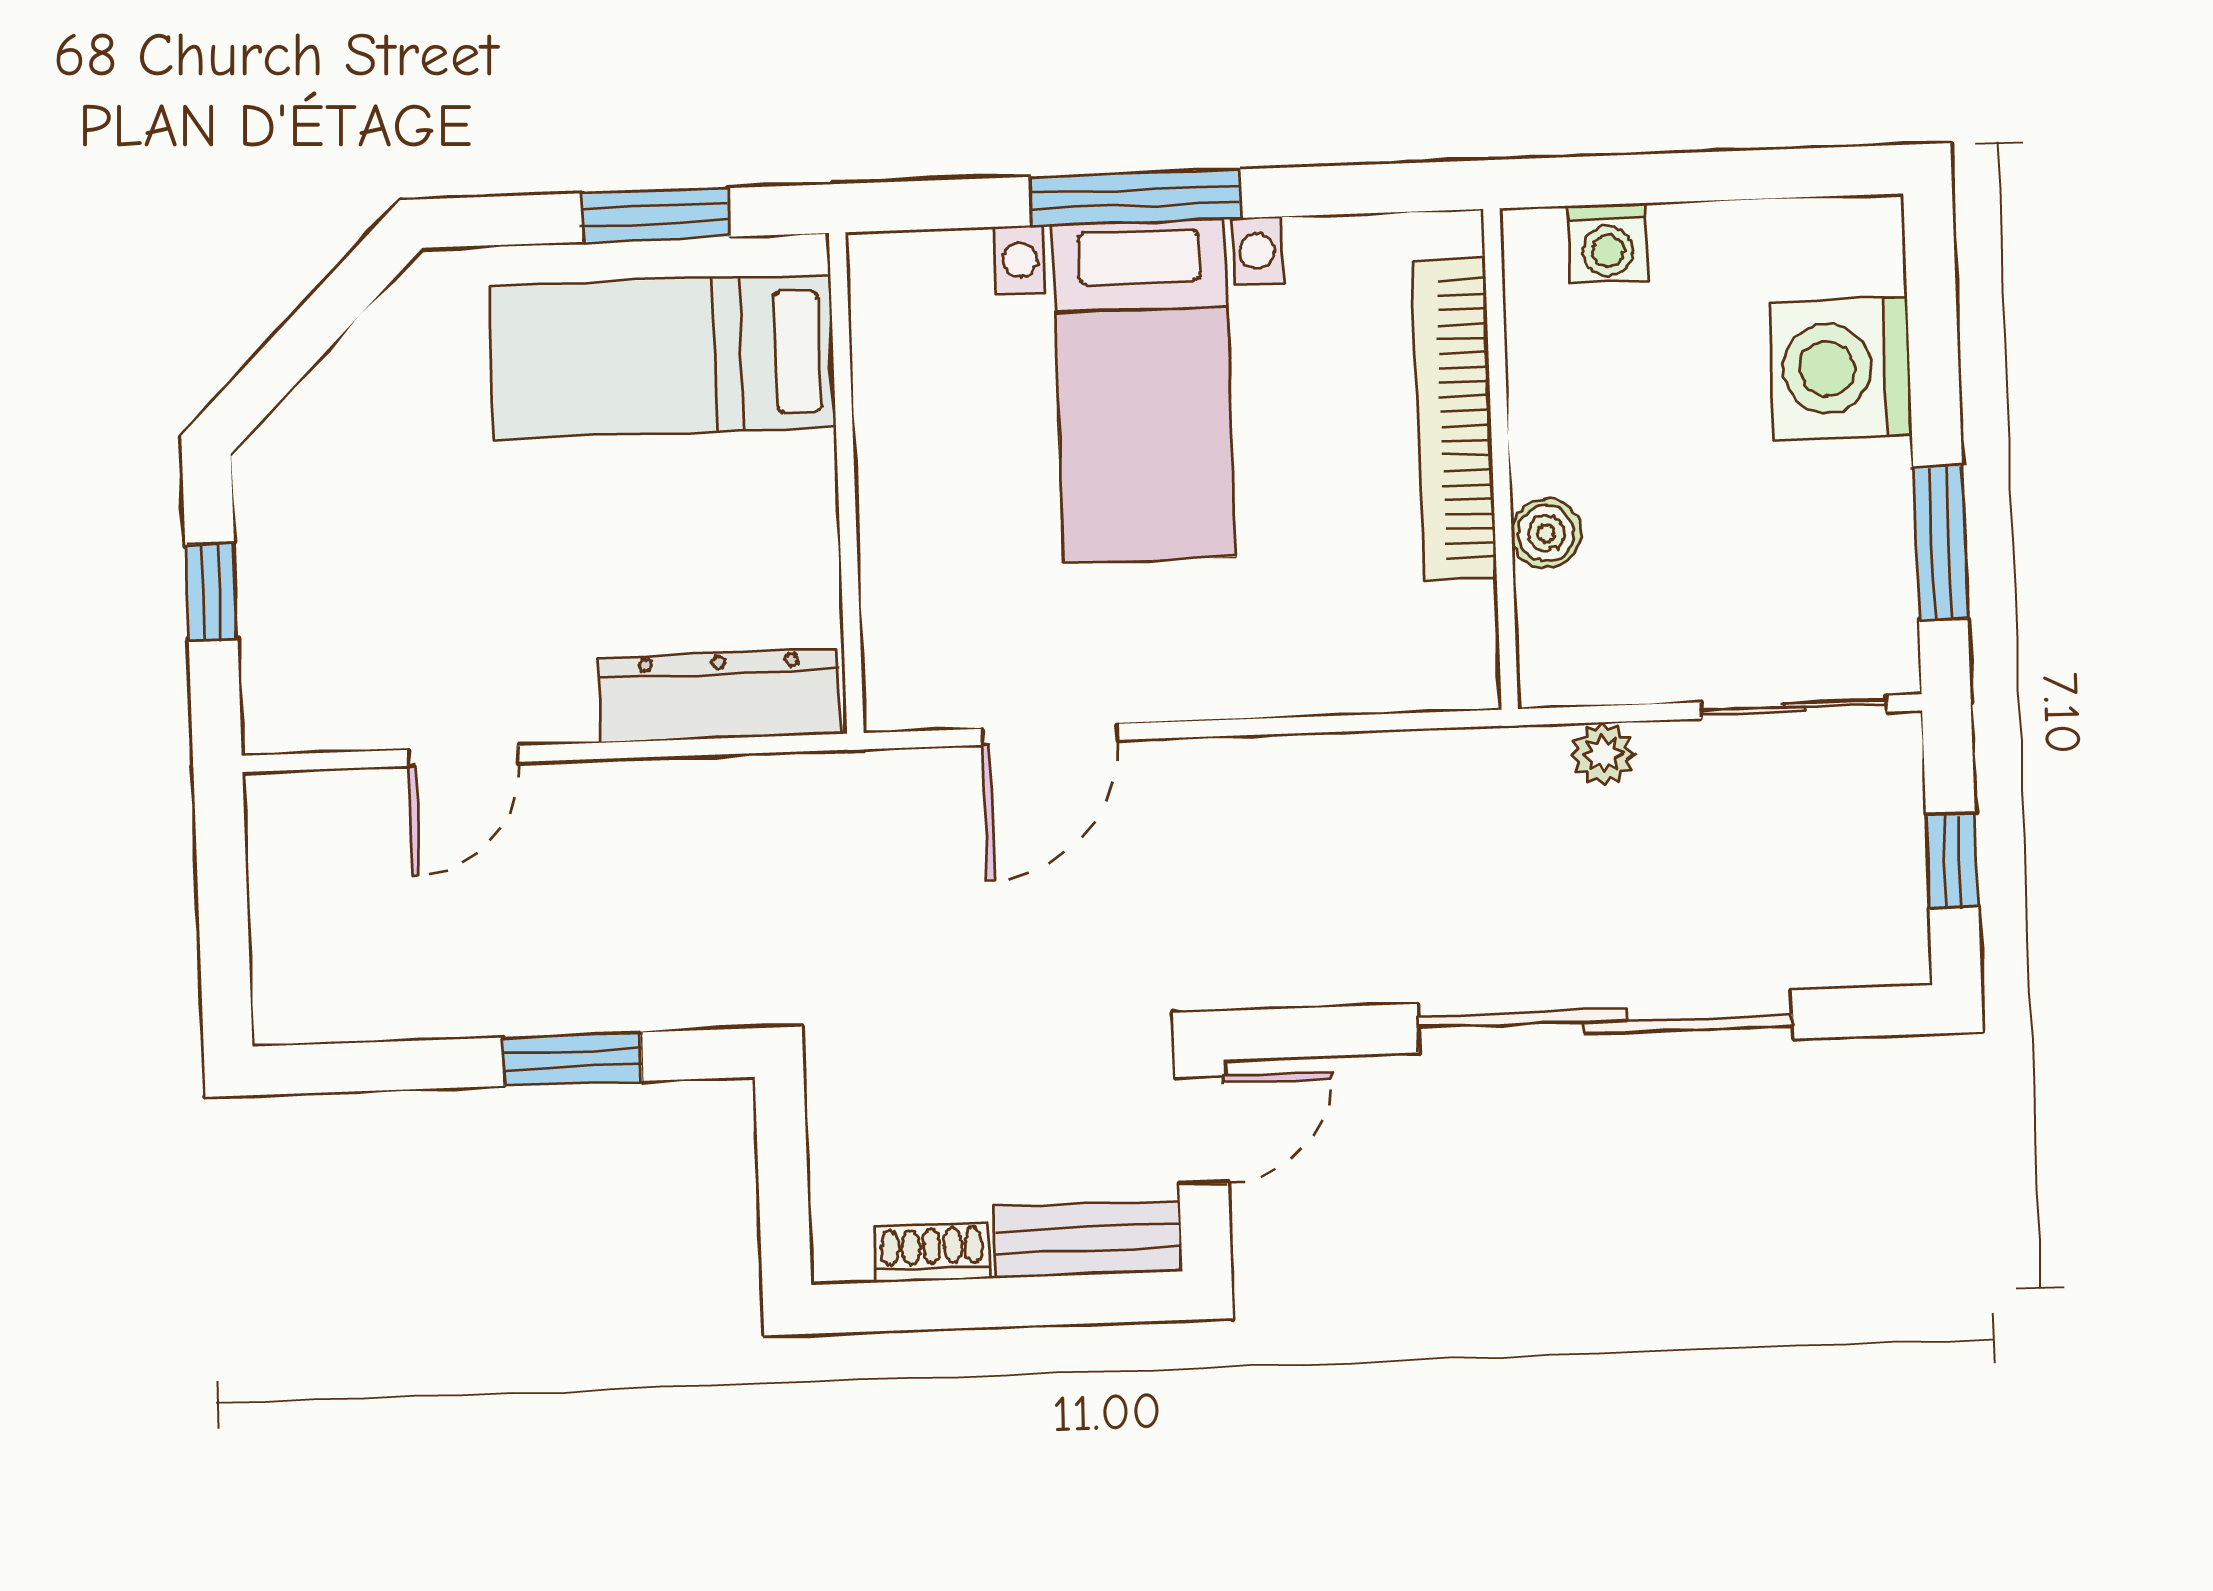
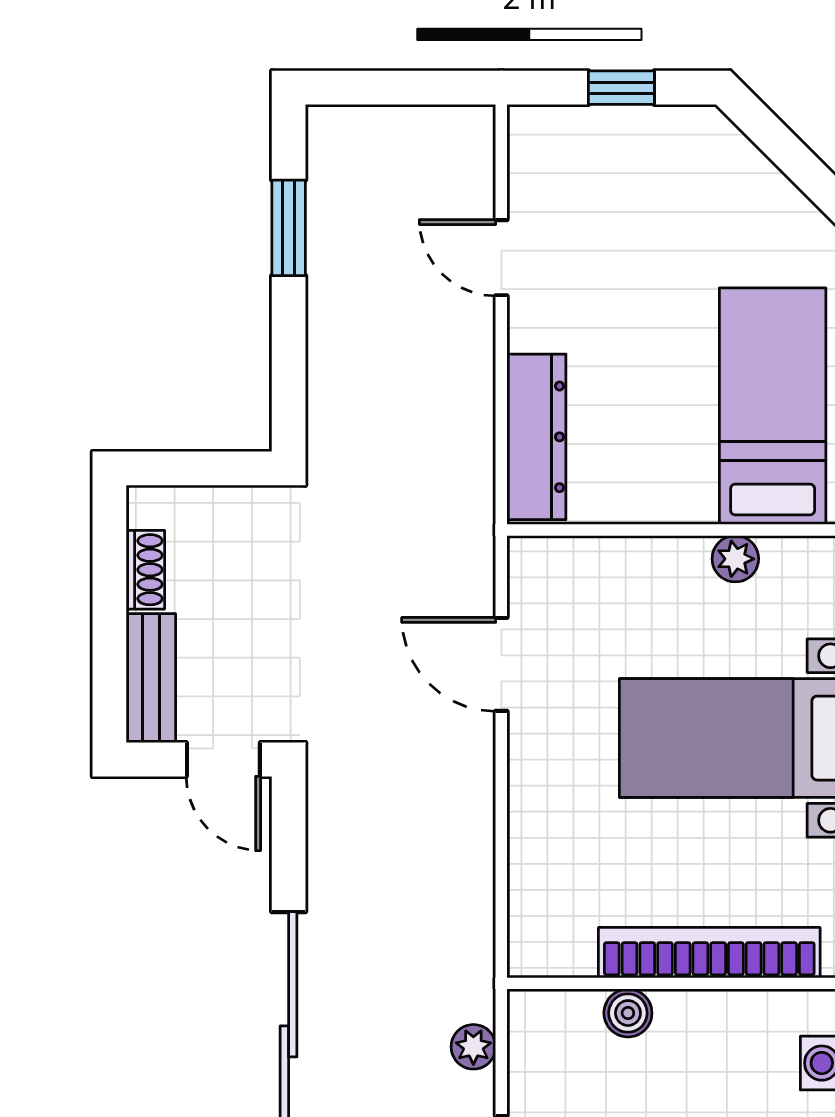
plant: (885, 402) -> (735, 559), added
window: (572, 1059) -> (289, 228), moved

